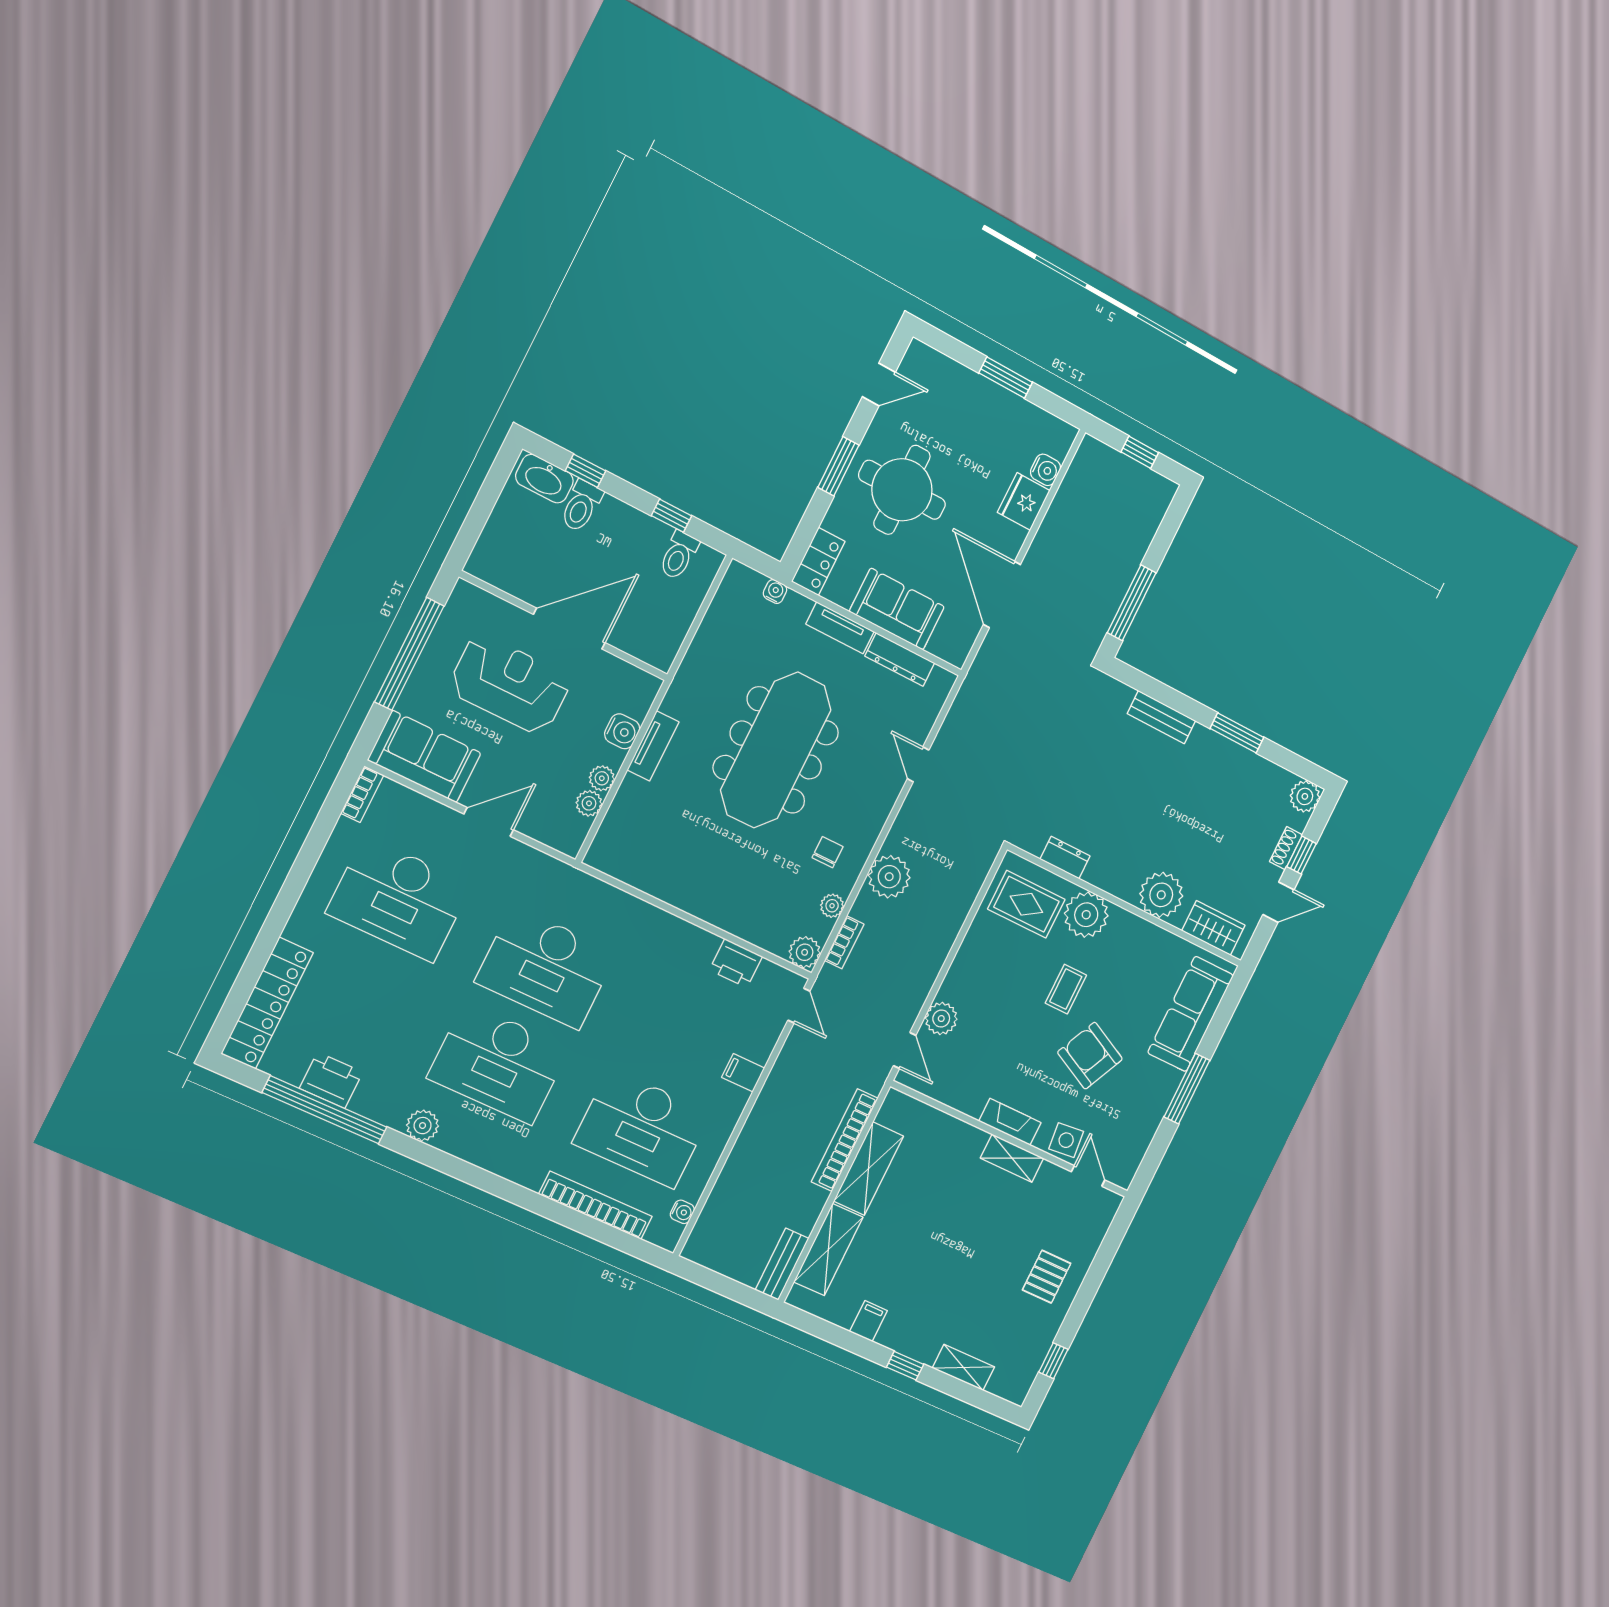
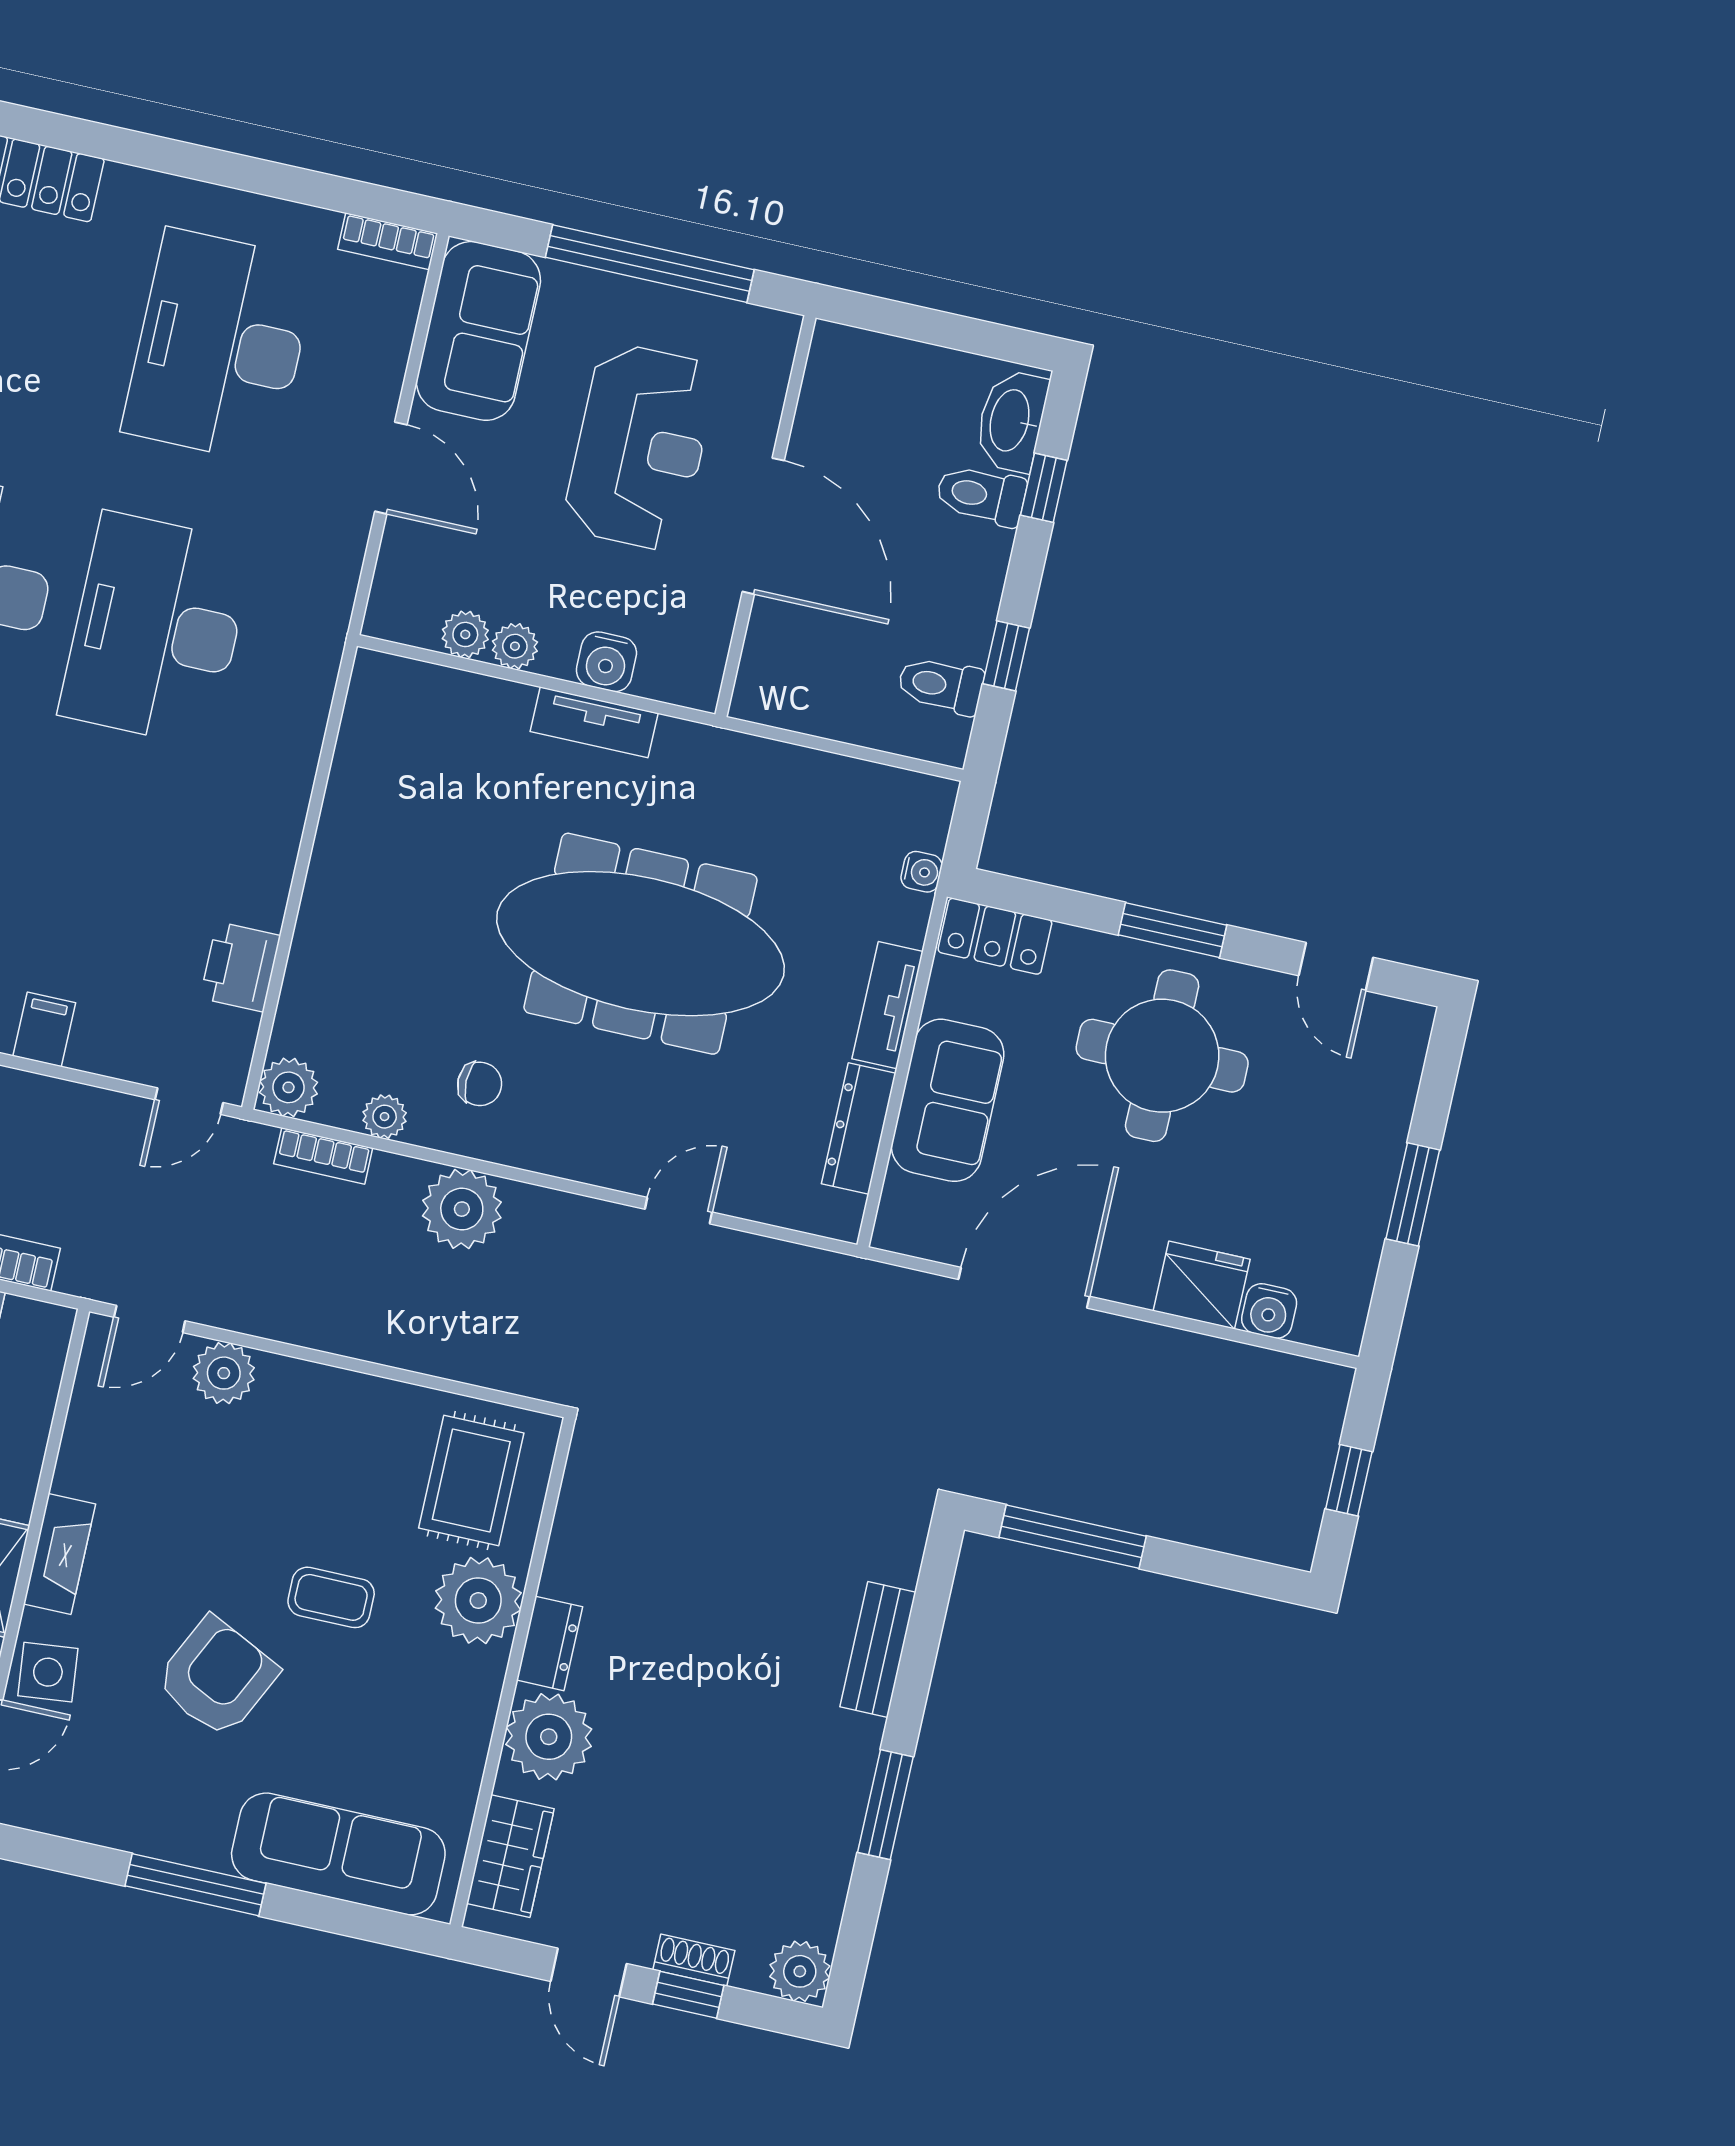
dresser: (1065, 858) -> (550, 1643), moved

